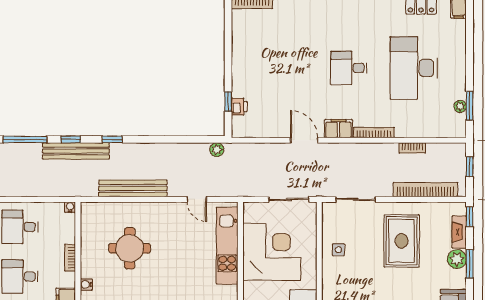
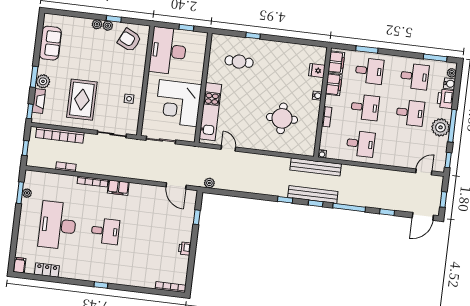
desk: (414, 68) -> (58, 225), turned 180
printer: (239, 107) -> (185, 248), moved
door: (304, 140) -> (176, 186), moved
bench: (133, 188) -> (316, 167), moved

